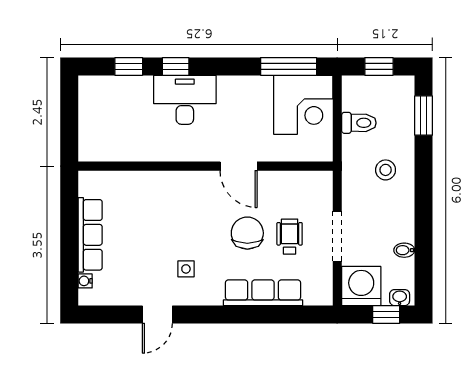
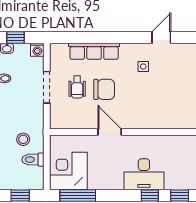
stool: (386, 170) -> (23, 139), moved
chair: (247, 233) -> (104, 89), turned -90
washing machine: (361, 286) -> (37, 50), width x0.53, depth x0.53

